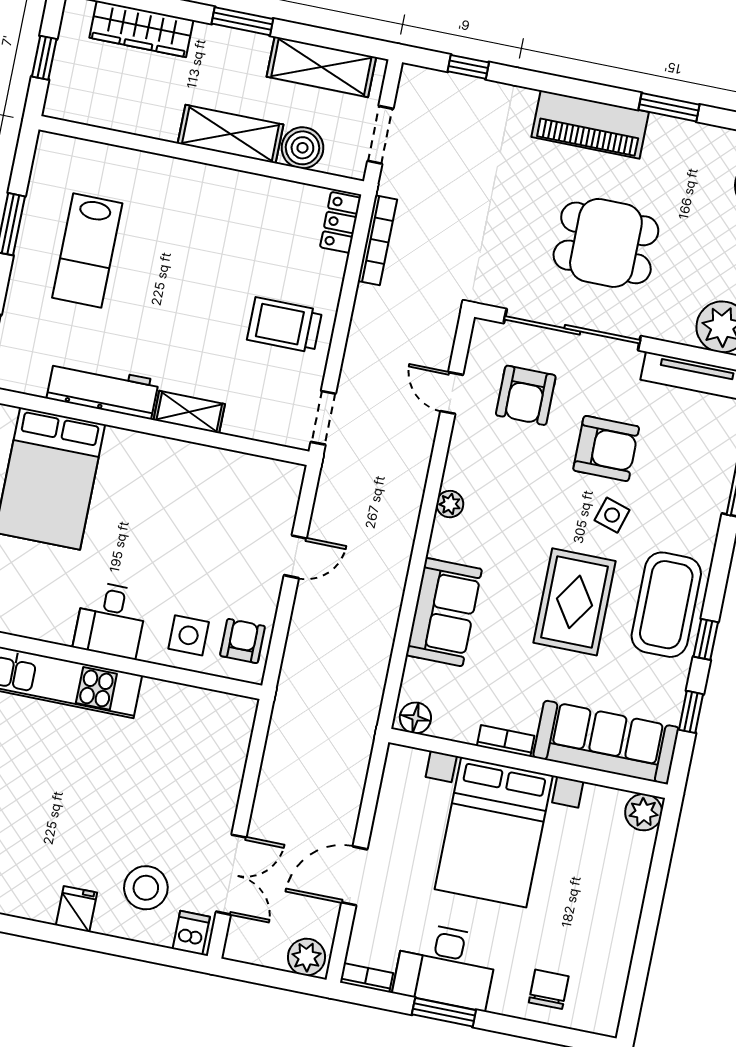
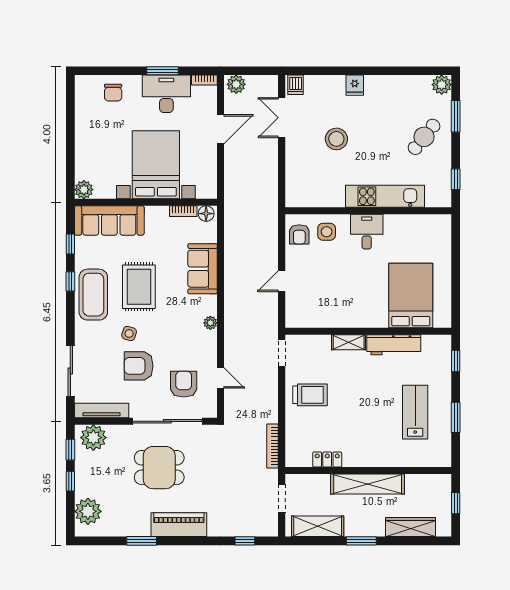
shelving: (231, 134) -> (368, 484), width x1.47
boiler: (302, 148) -> (319, 484), removed
locker: (340, 222) -> (327, 459), moved, turned -90
bookcase: (506, 741) -> (183, 211), moved
stool: (146, 888) -> (336, 139), moved

